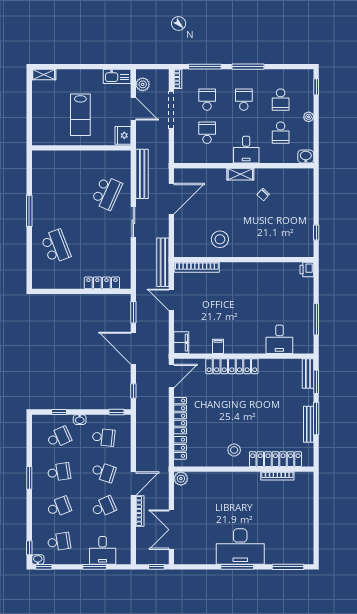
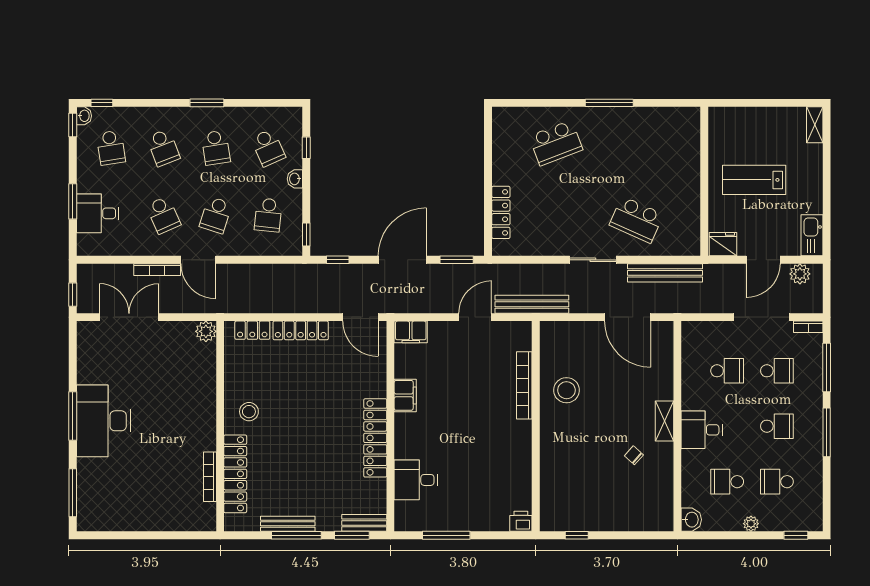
bookcase: (197, 267) -> (524, 385), moved
filing cabinet: (218, 346) -> (405, 395), width x2.00
locker: (232, 366) -> (375, 438), moved

